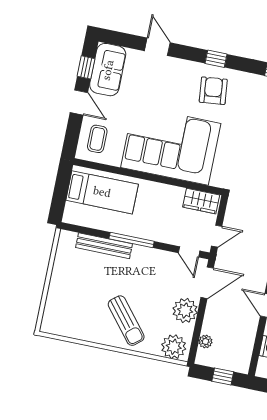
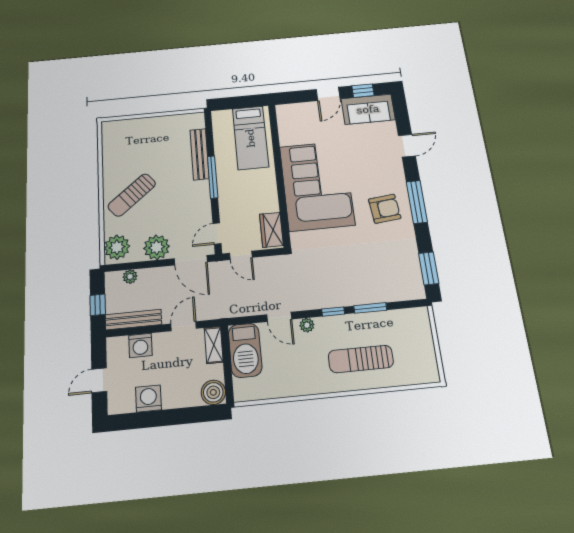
window: (216, 59) -> (417, 202), width x2.17
coffee table: (97, 139) -> (300, 119), removed
bench: (246, 348) -> (133, 320), added

